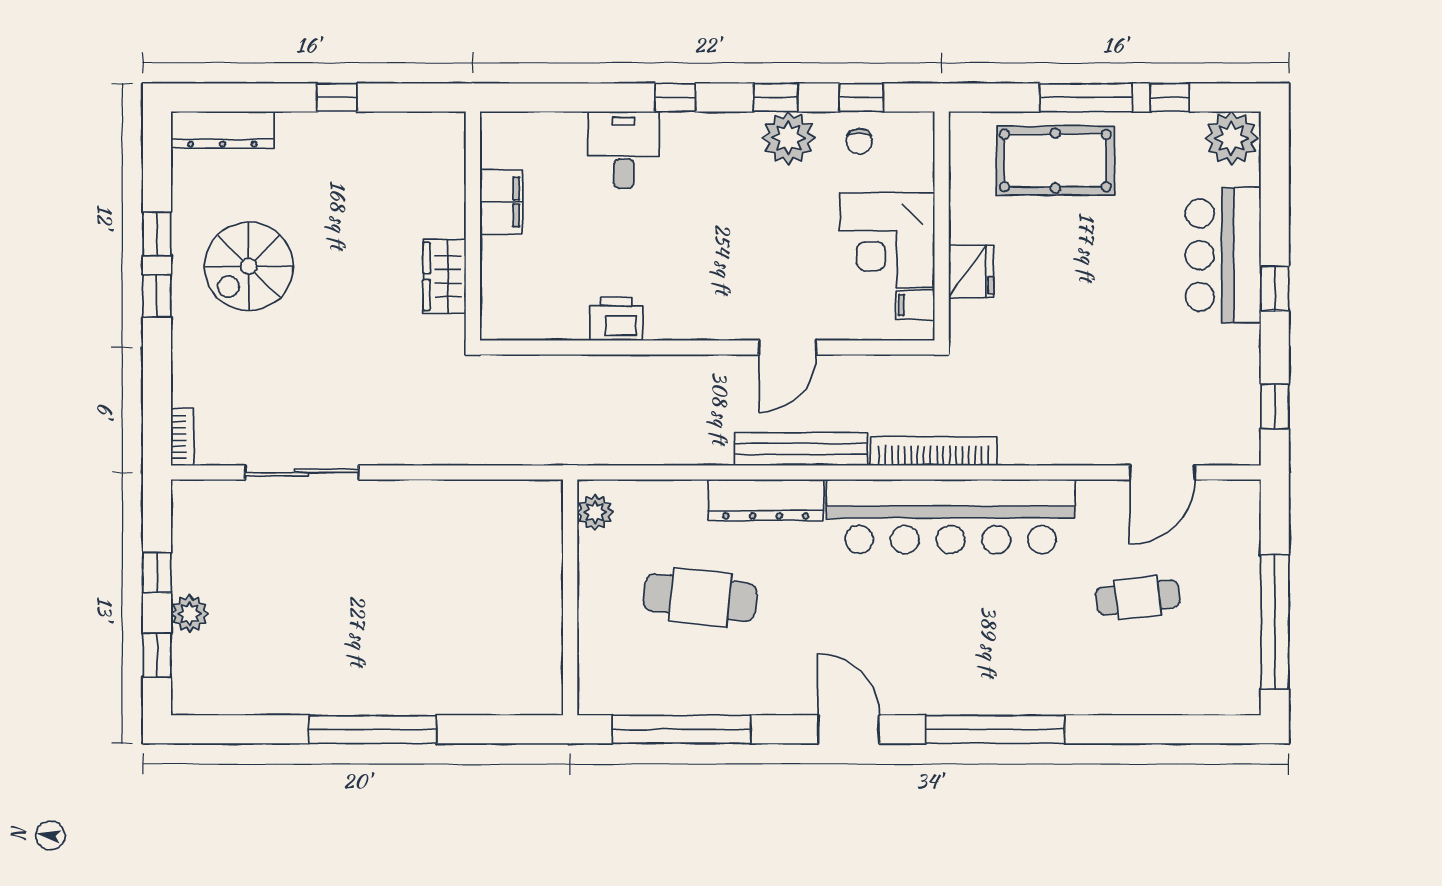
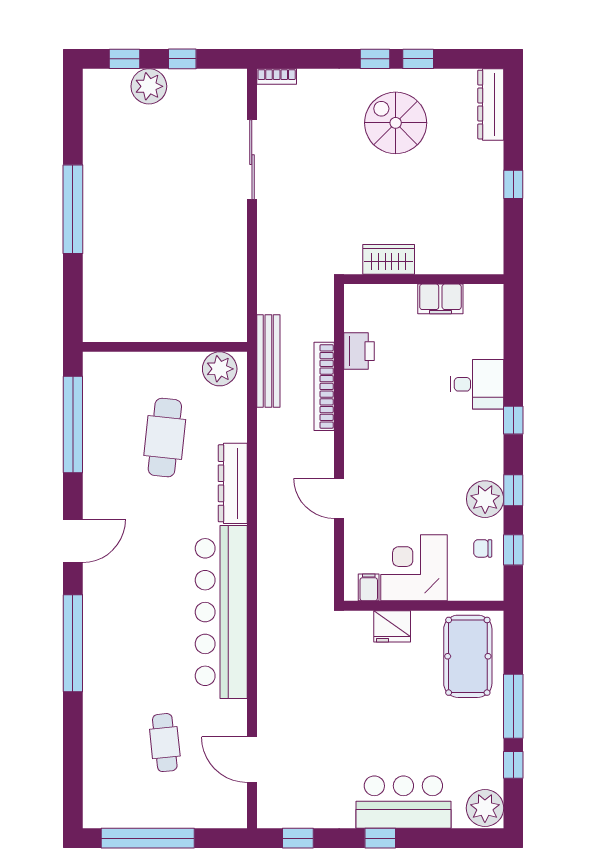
pool table: (1055, 161) -> (468, 656), moved
printer: (616, 319) -> (359, 351), moved
bench: (801, 449) -> (268, 361), moved
bookcase: (934, 451) -> (324, 386), moved, turned 180
plant: (595, 512) -> (220, 369), width x1.36, depth x1.36
plant: (189, 614) -> (149, 86), width x1.36, depth x1.36

